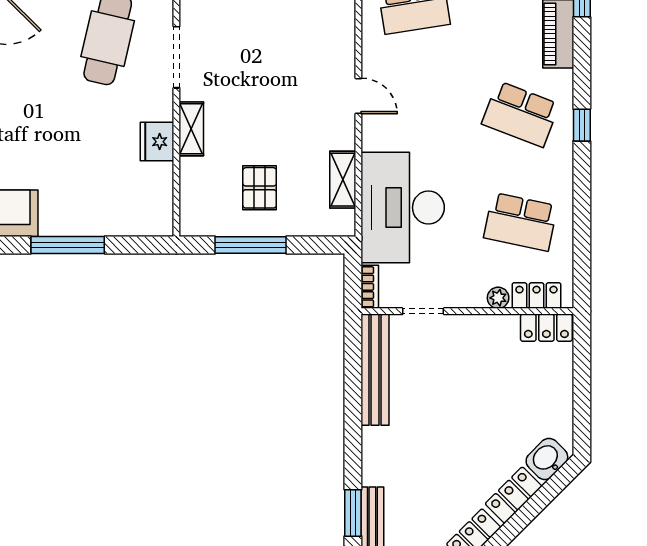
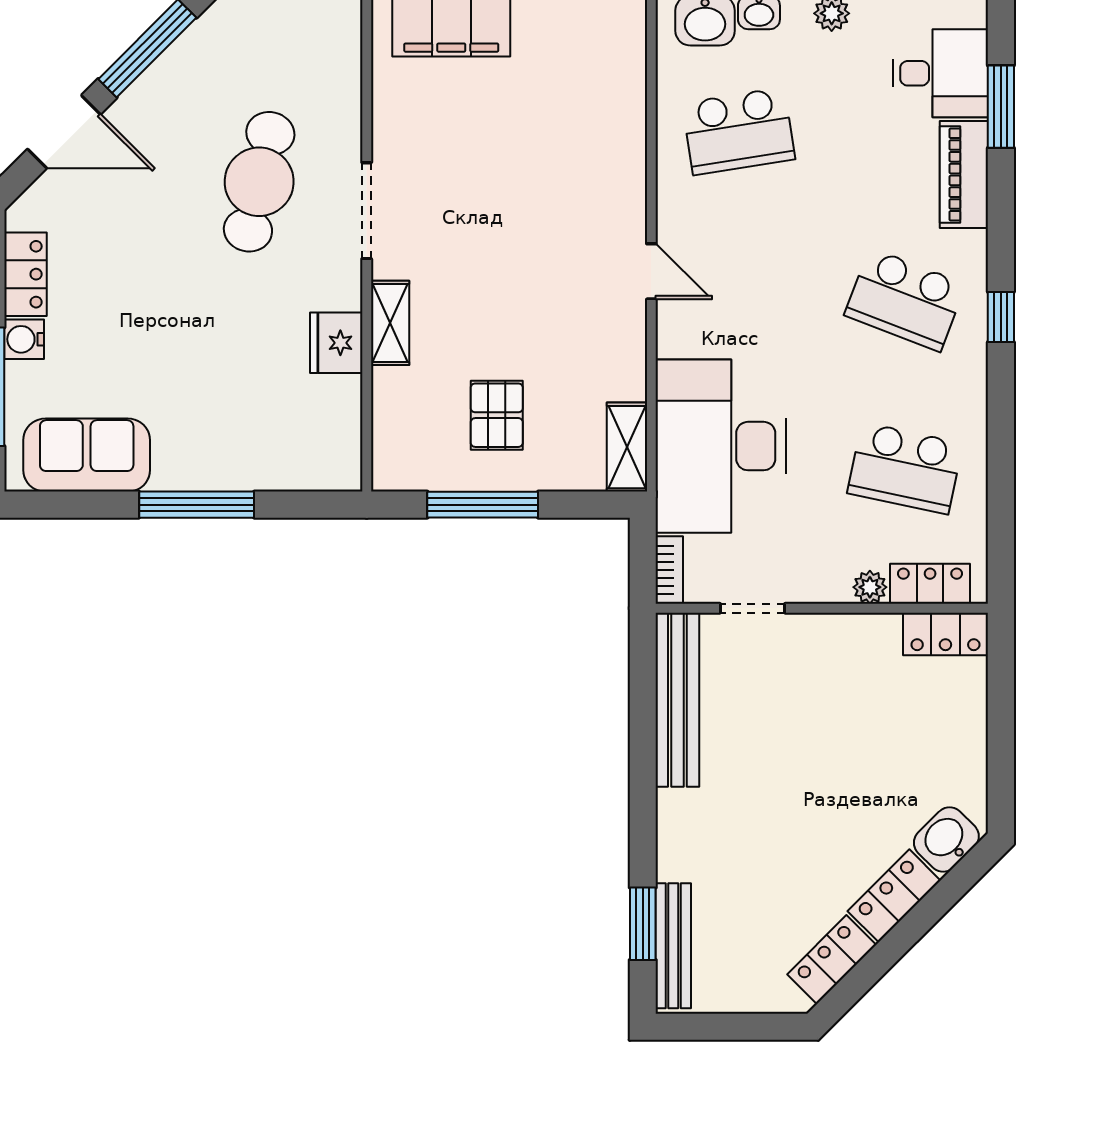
shelving: (343, 180) -> (627, 447), moved

